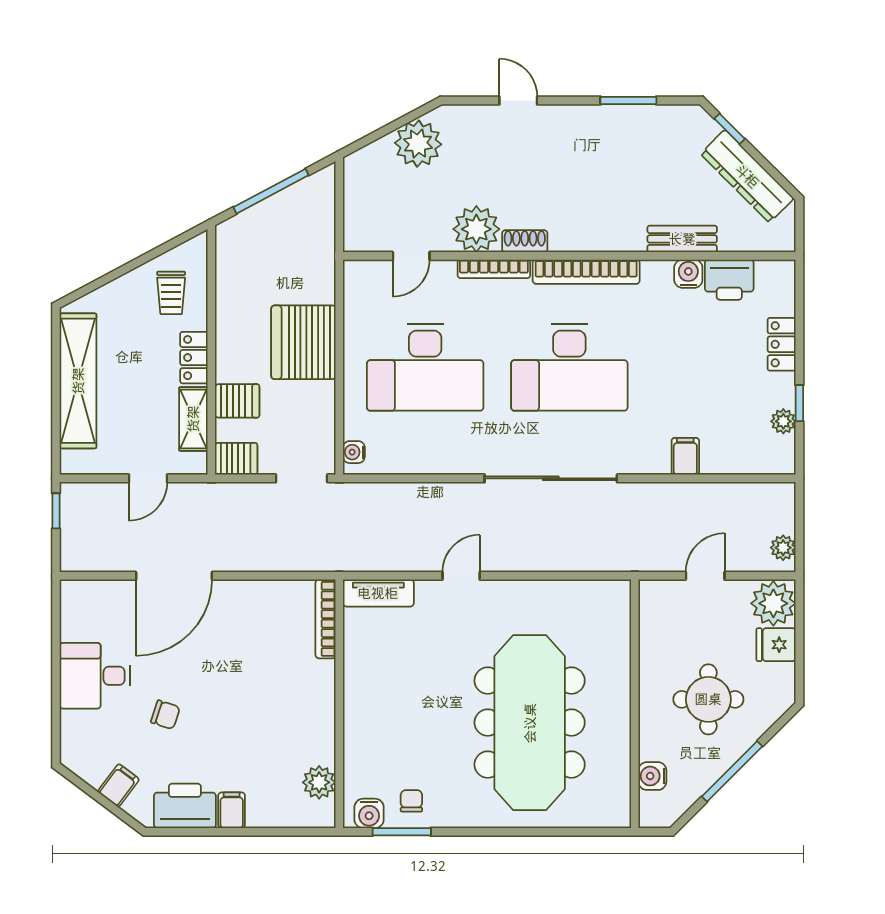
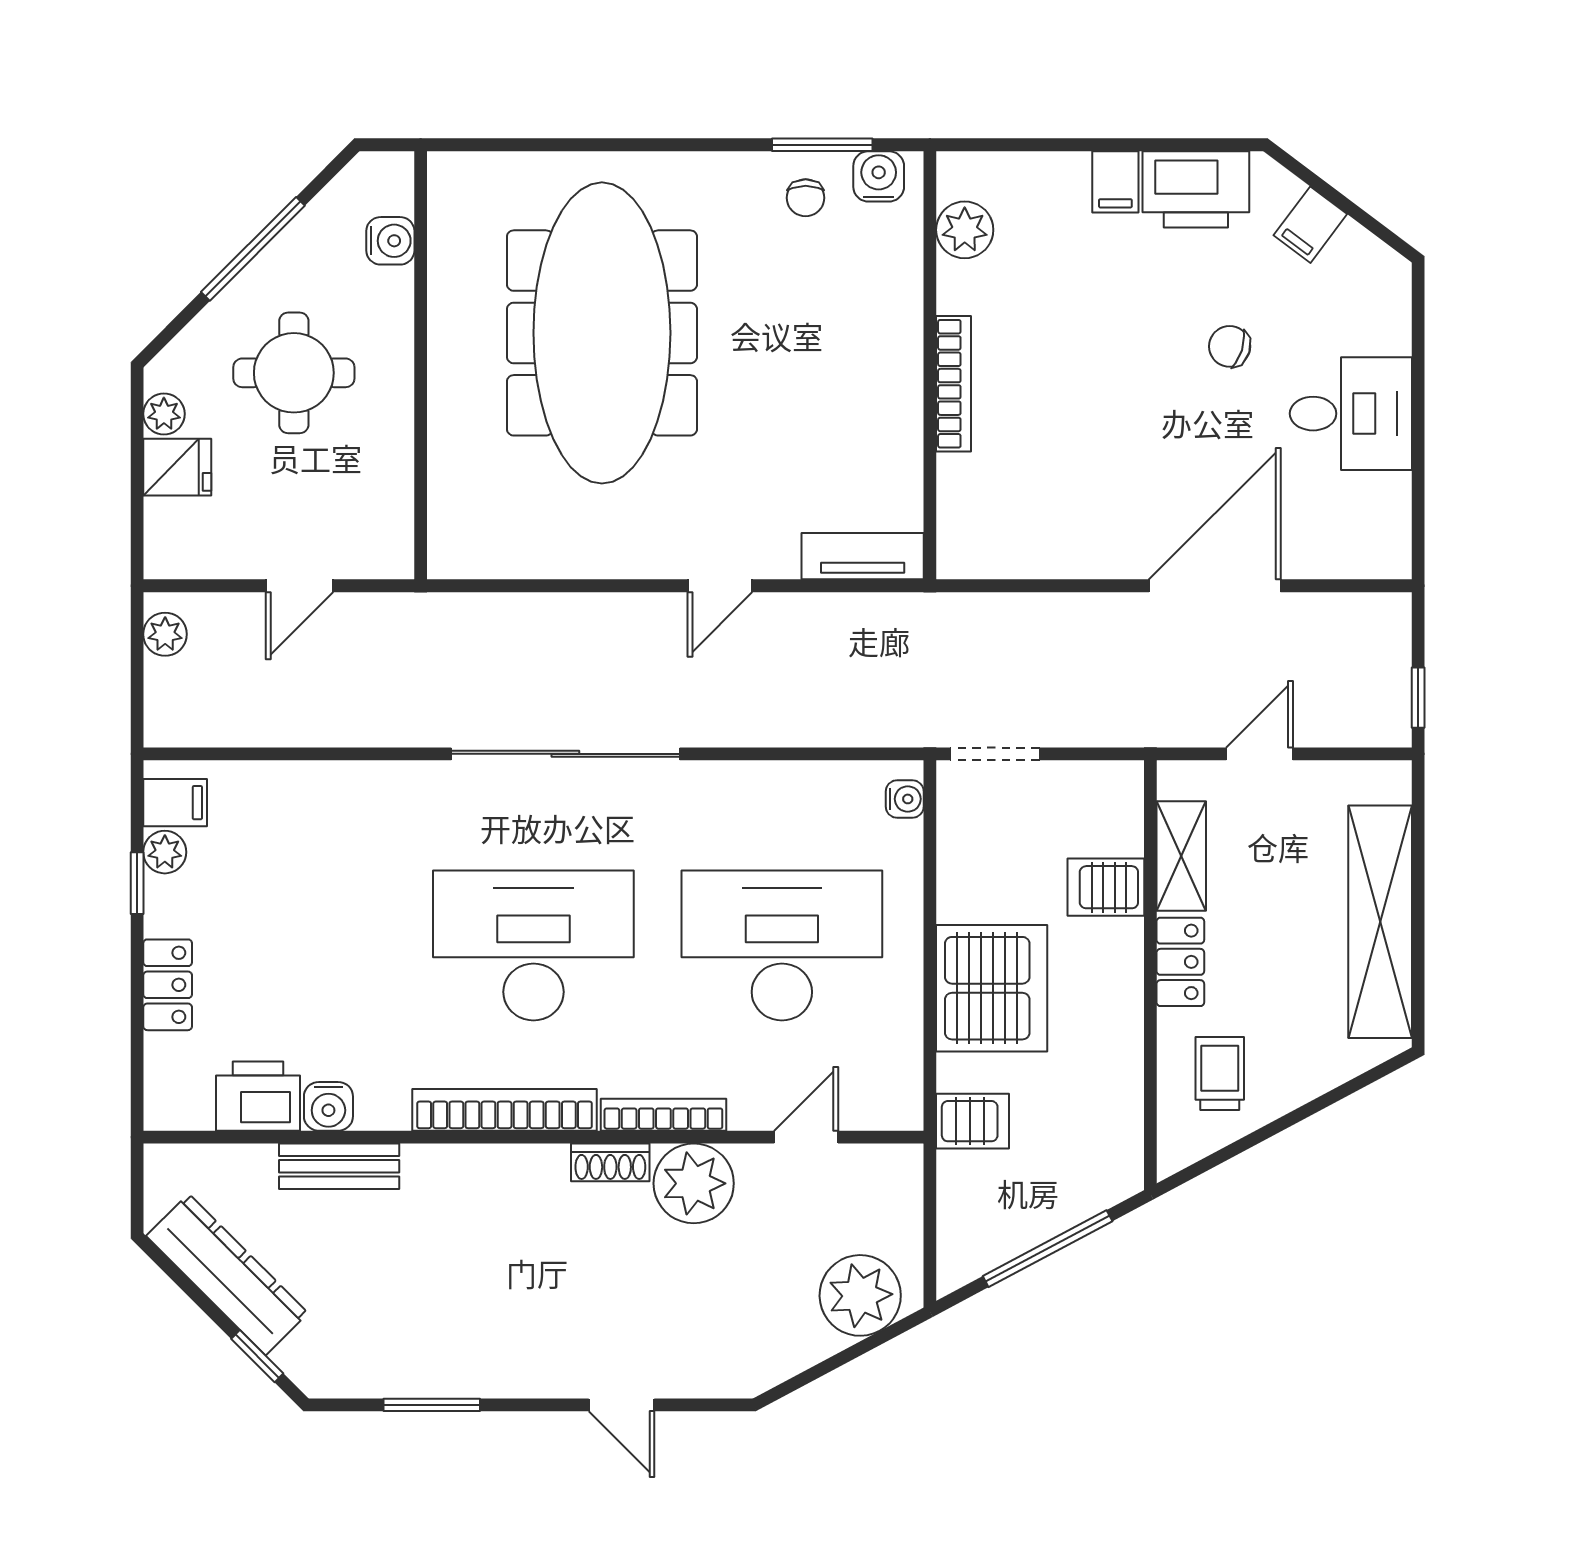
plant: (418, 144) -> (860, 1295), moved
filing cabinet: (685, 456) -> (175, 803), moved, turned -90
server rack: (236, 459) -> (973, 1121), moved, turned 180
plant: (773, 603) -> (164, 414), moved, width x0.53, depth x0.53
bookcase: (326, 619) -> (954, 384), moved

